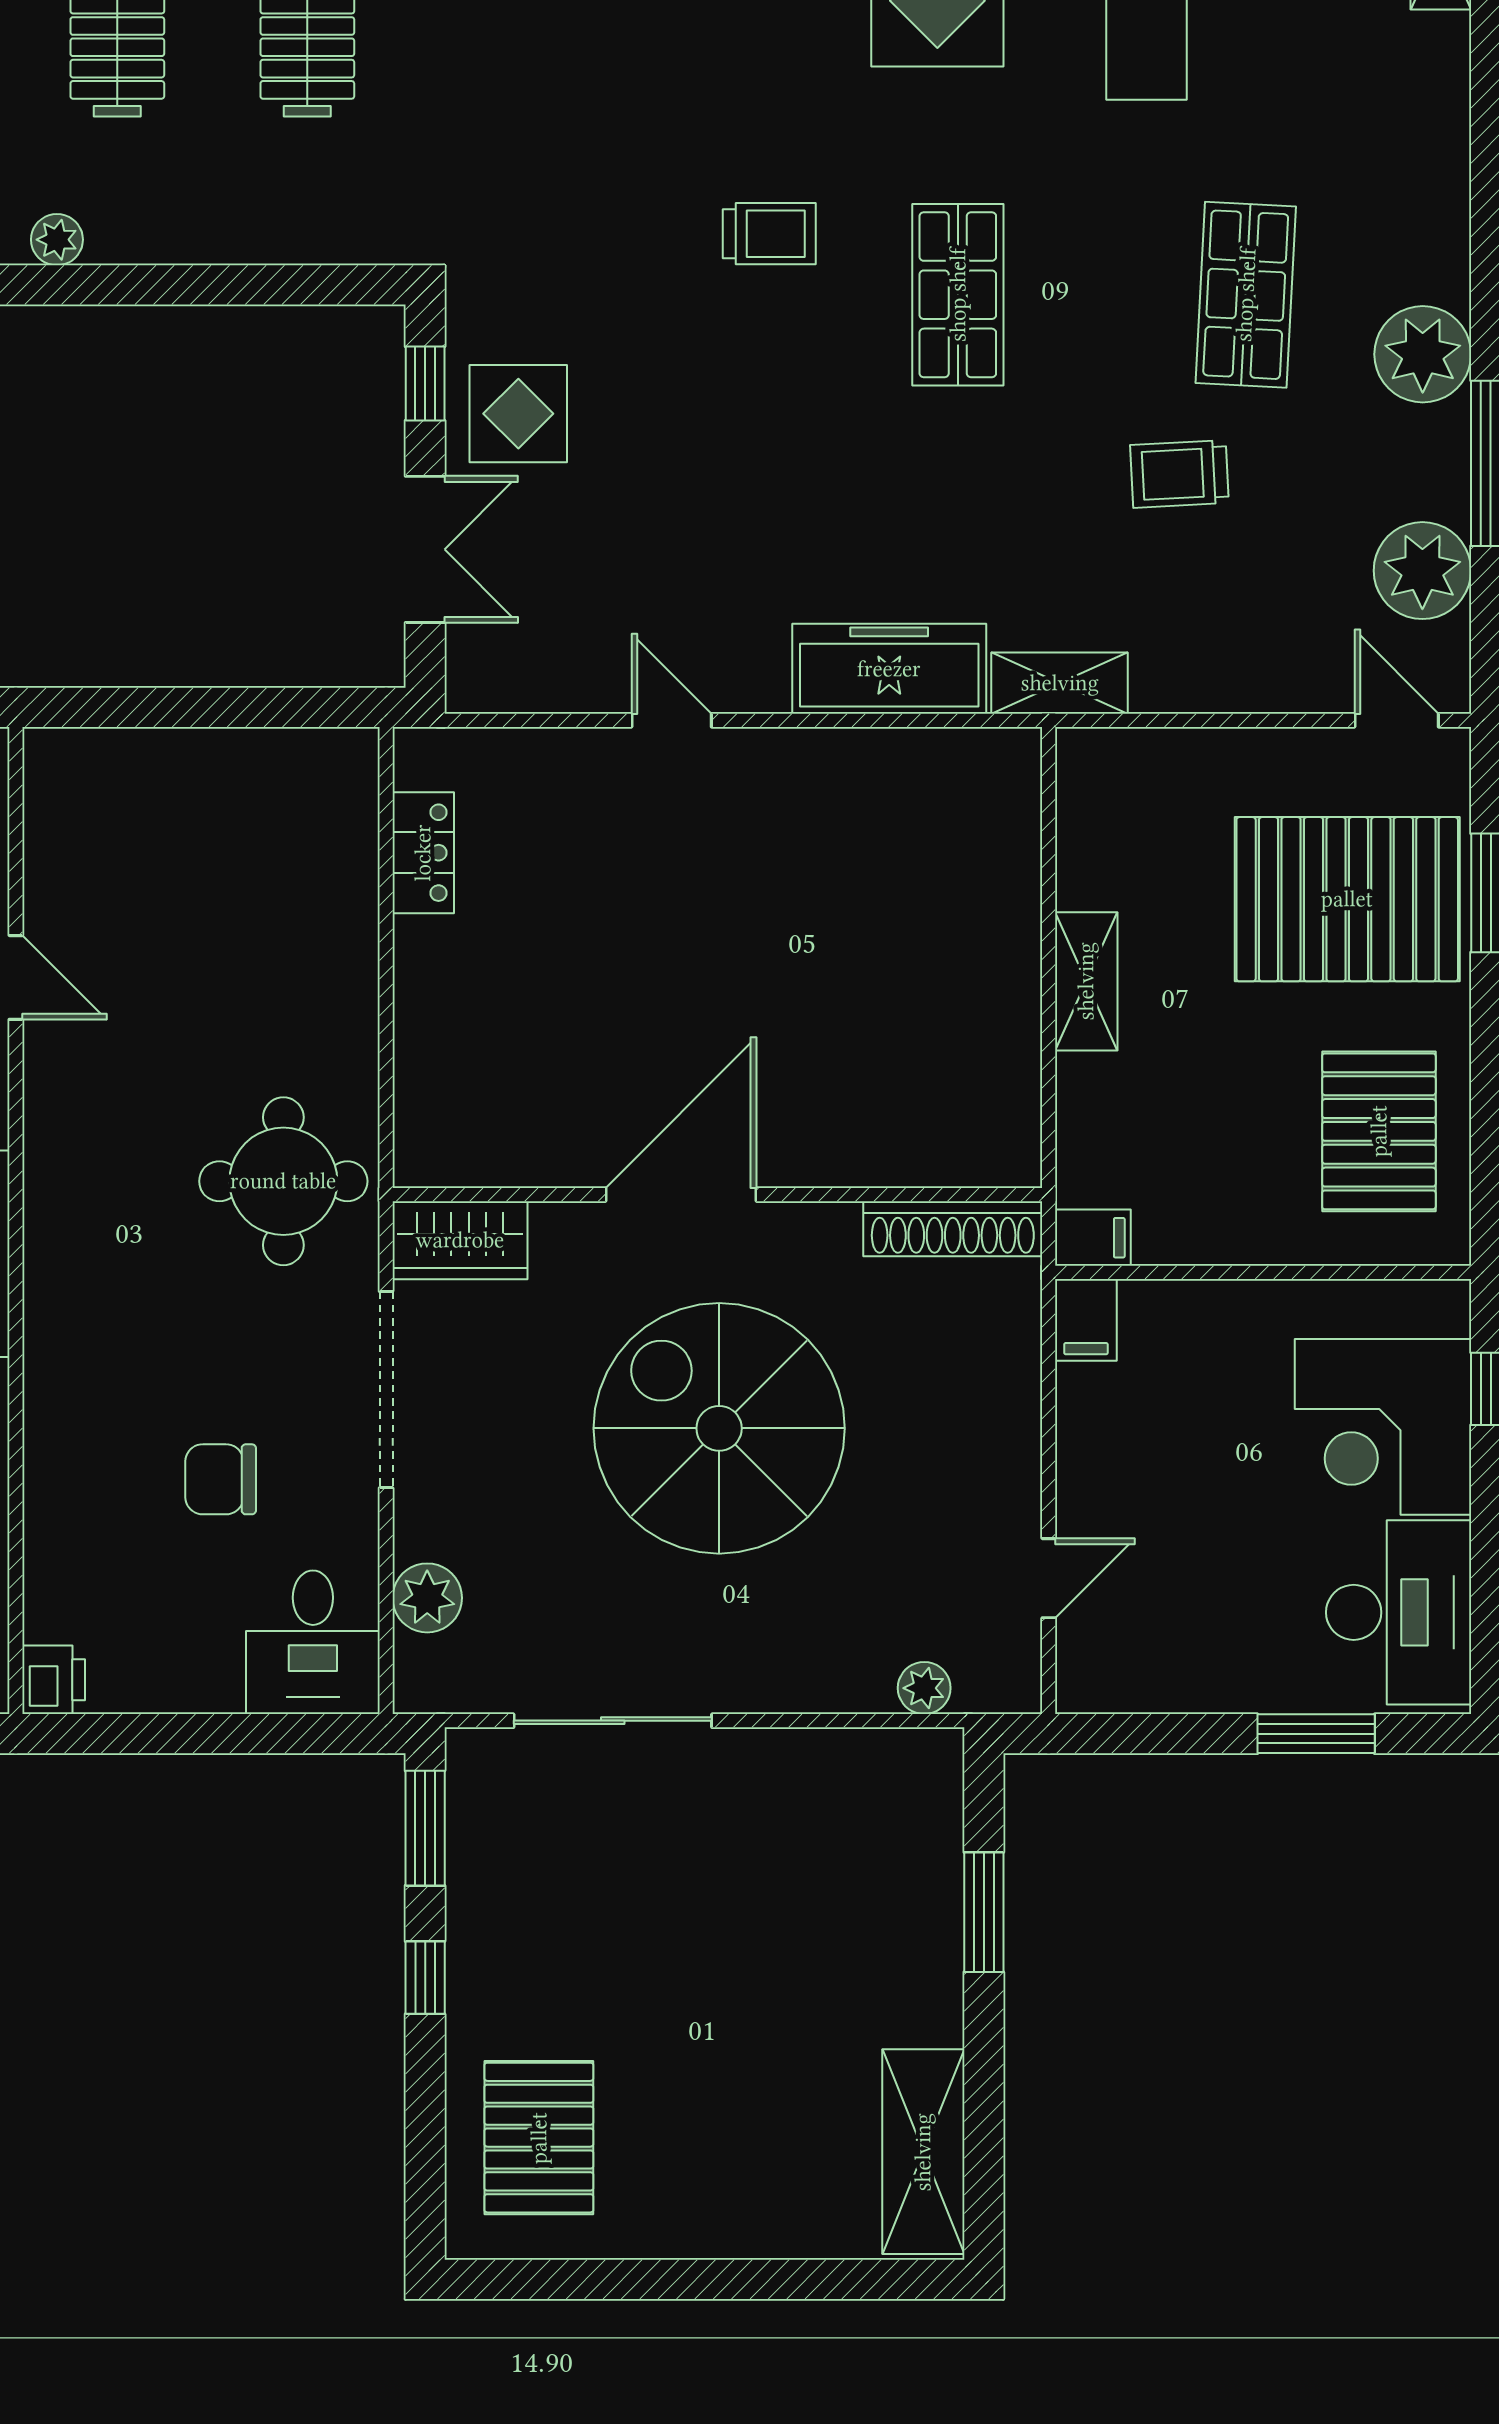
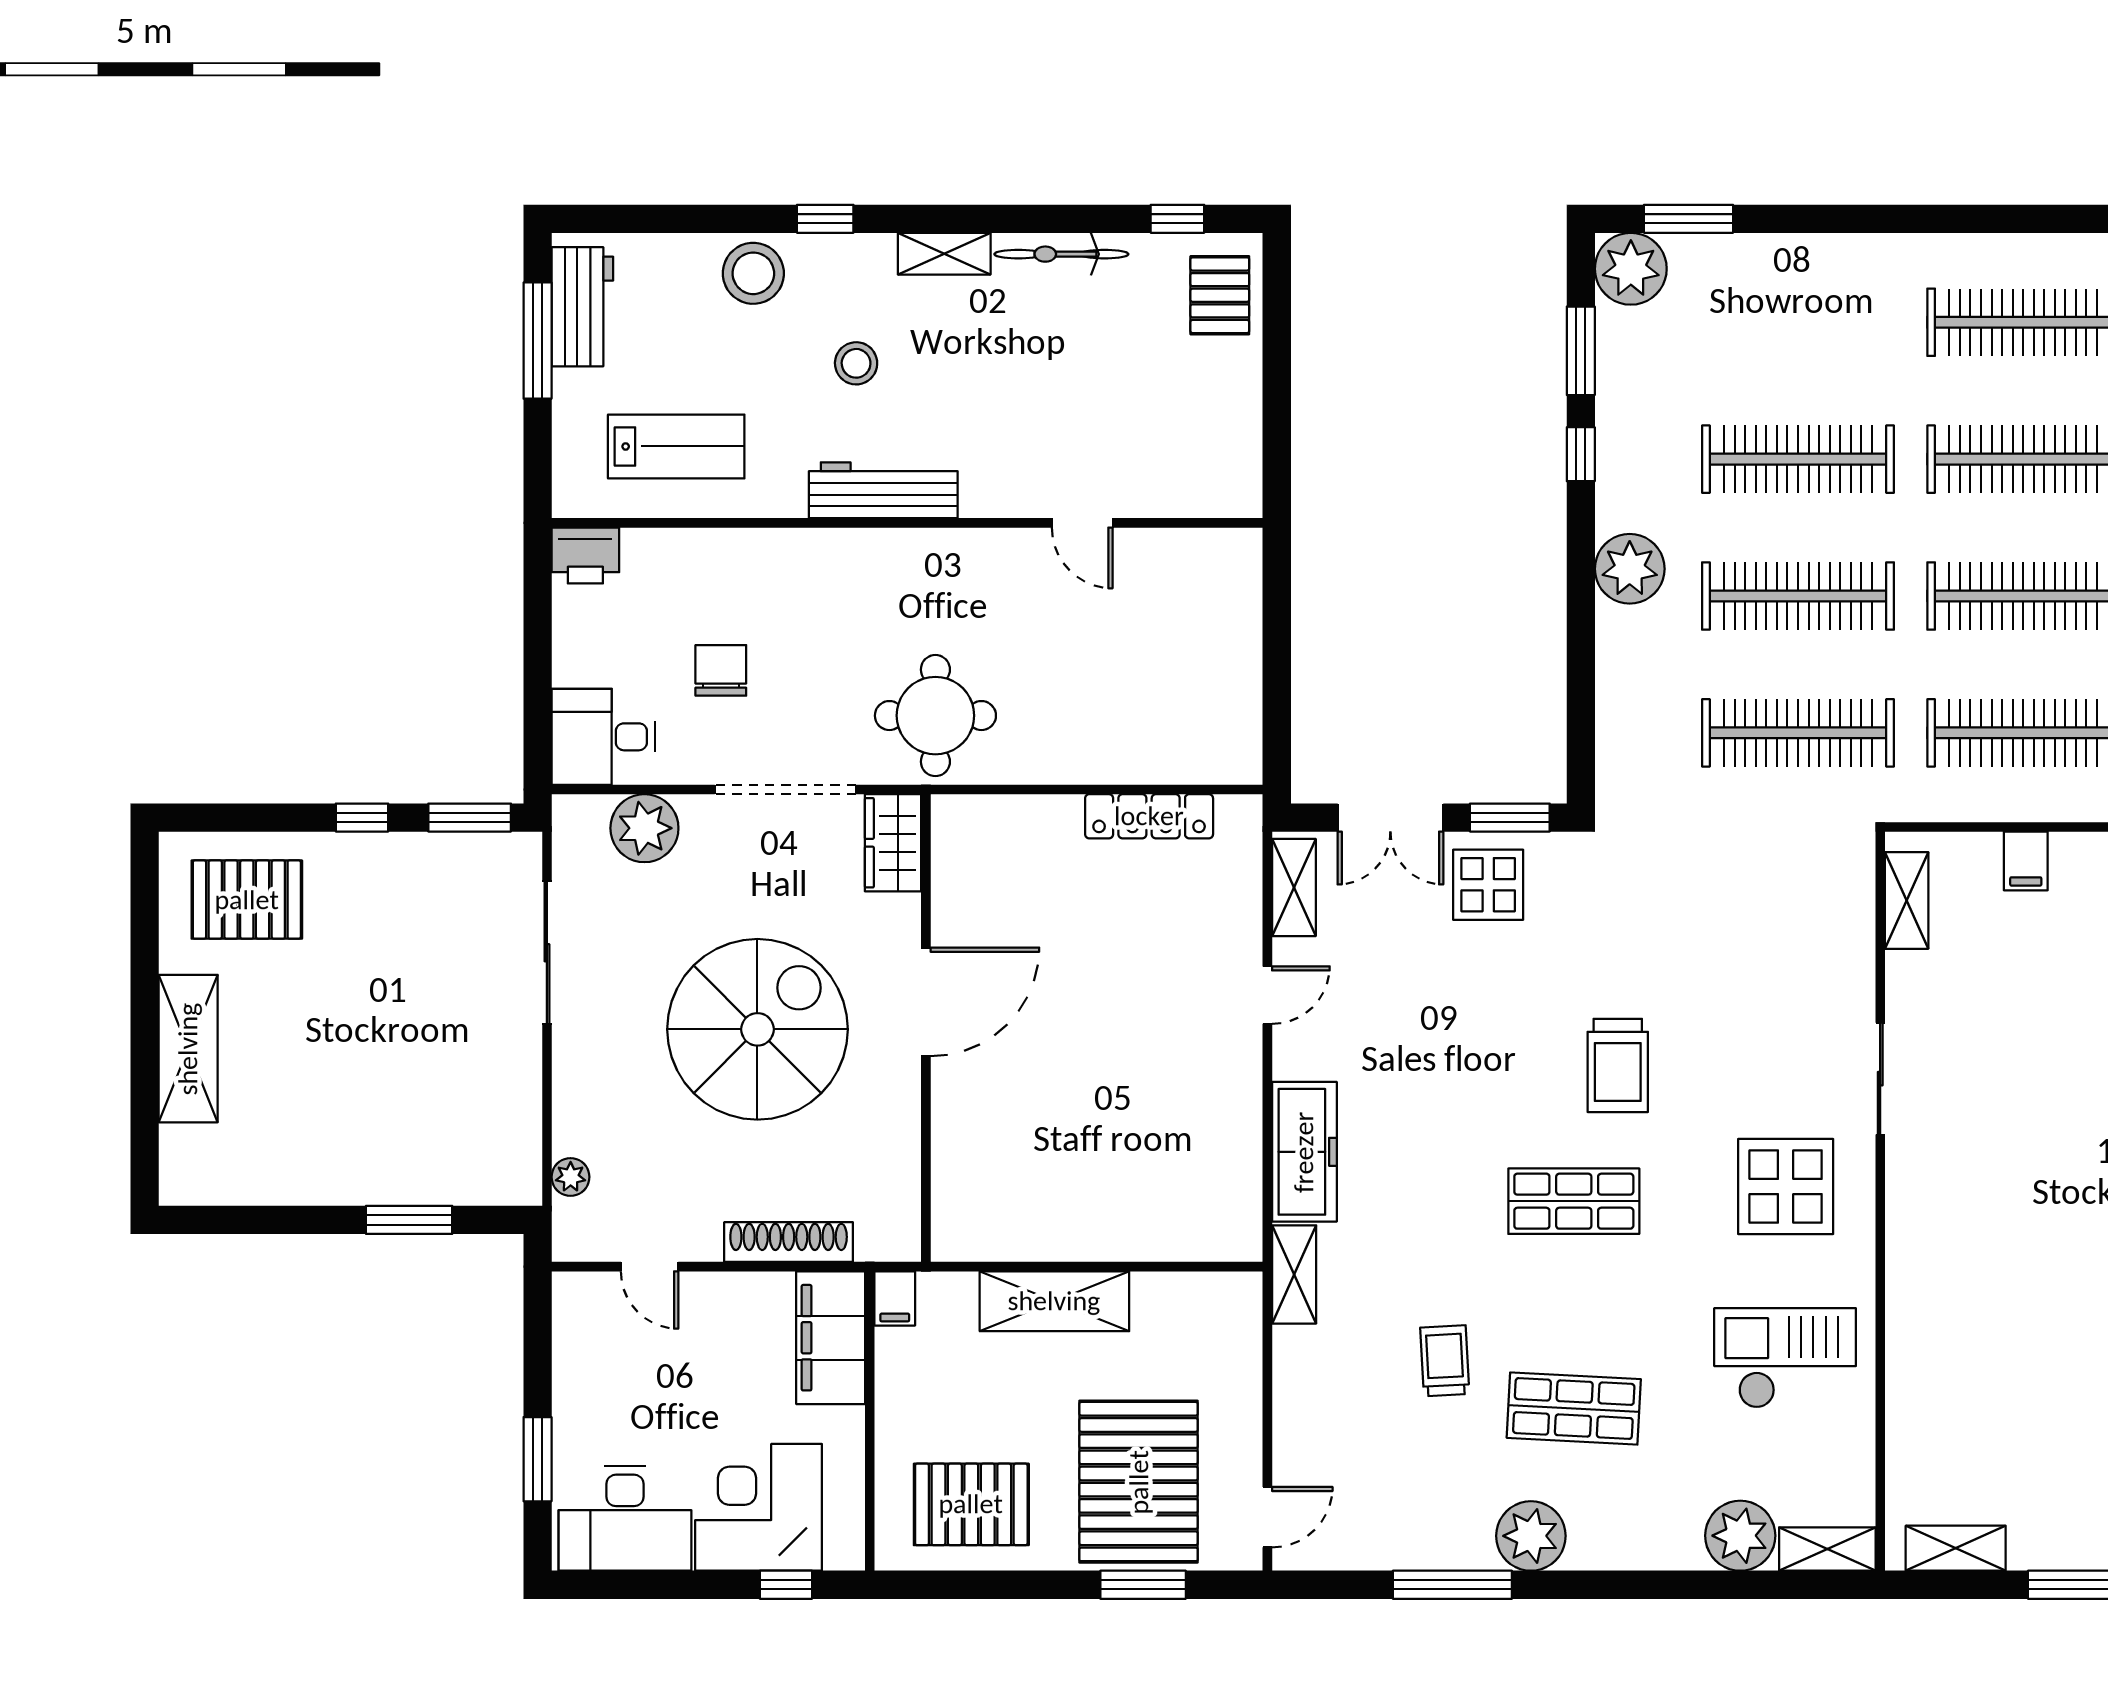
trolley: (769, 234) -> (1618, 1065), width x1.36, depth x1.39
plant: (57, 240) -> (1630, 569), width x1.88, depth x1.88
window: (425, 384) -> (1510, 818), width x1.50
plant: (1422, 571) -> (1740, 1536), moved
shelving: (522, 683) -> (1294, 887), added
locker: (423, 853) -> (1149, 816), width x1.53
door: (16, 977) -> (1082, 523), hinge flipped
shelving: (1086, 981) -> (1054, 1301), width x1.50, depth x1.33
door: (681, 1195) -> (926, 1002), hinge flipped
shoe rack: (953, 1229) -> (789, 1242), moved, turned 90
filing cabinet: (1086, 1320) -> (831, 1338), width x3.00, depth x1.17
plant: (427, 1598) -> (644, 828), width x1.36, depth x1.36
printer: (54, 1680) -> (585, 555), width x1.36, depth x1.24
shelving: (923, 2152) -> (188, 1049), moved, turned 90

